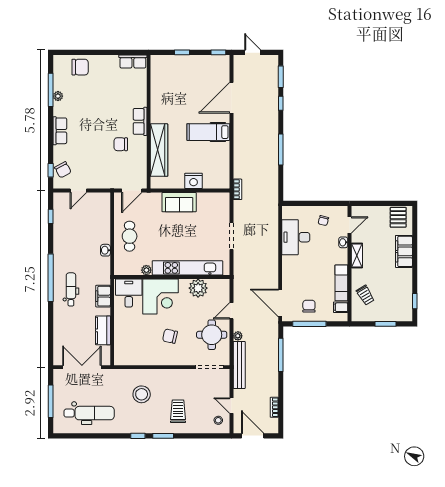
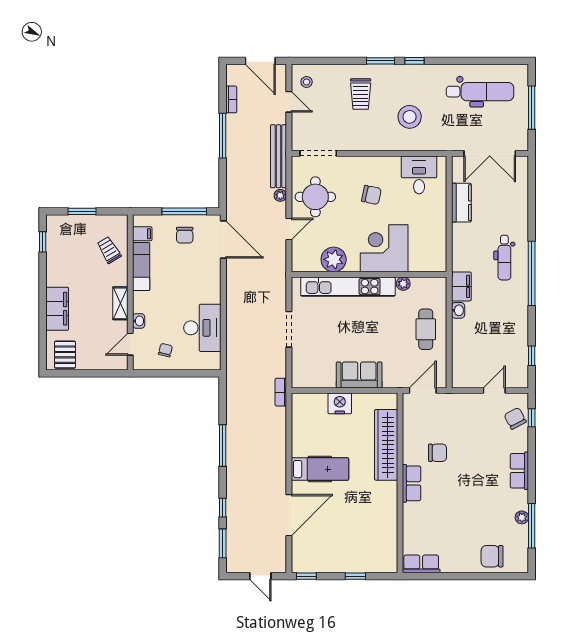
desk: (129, 293) -> (419, 175), moved, turned 180
filing cabinet: (103, 296) -> (461, 286), moved
window: (281, 355) -> (223, 136), moved
dental chair: (89, 413) -> (480, 92), turned 180

